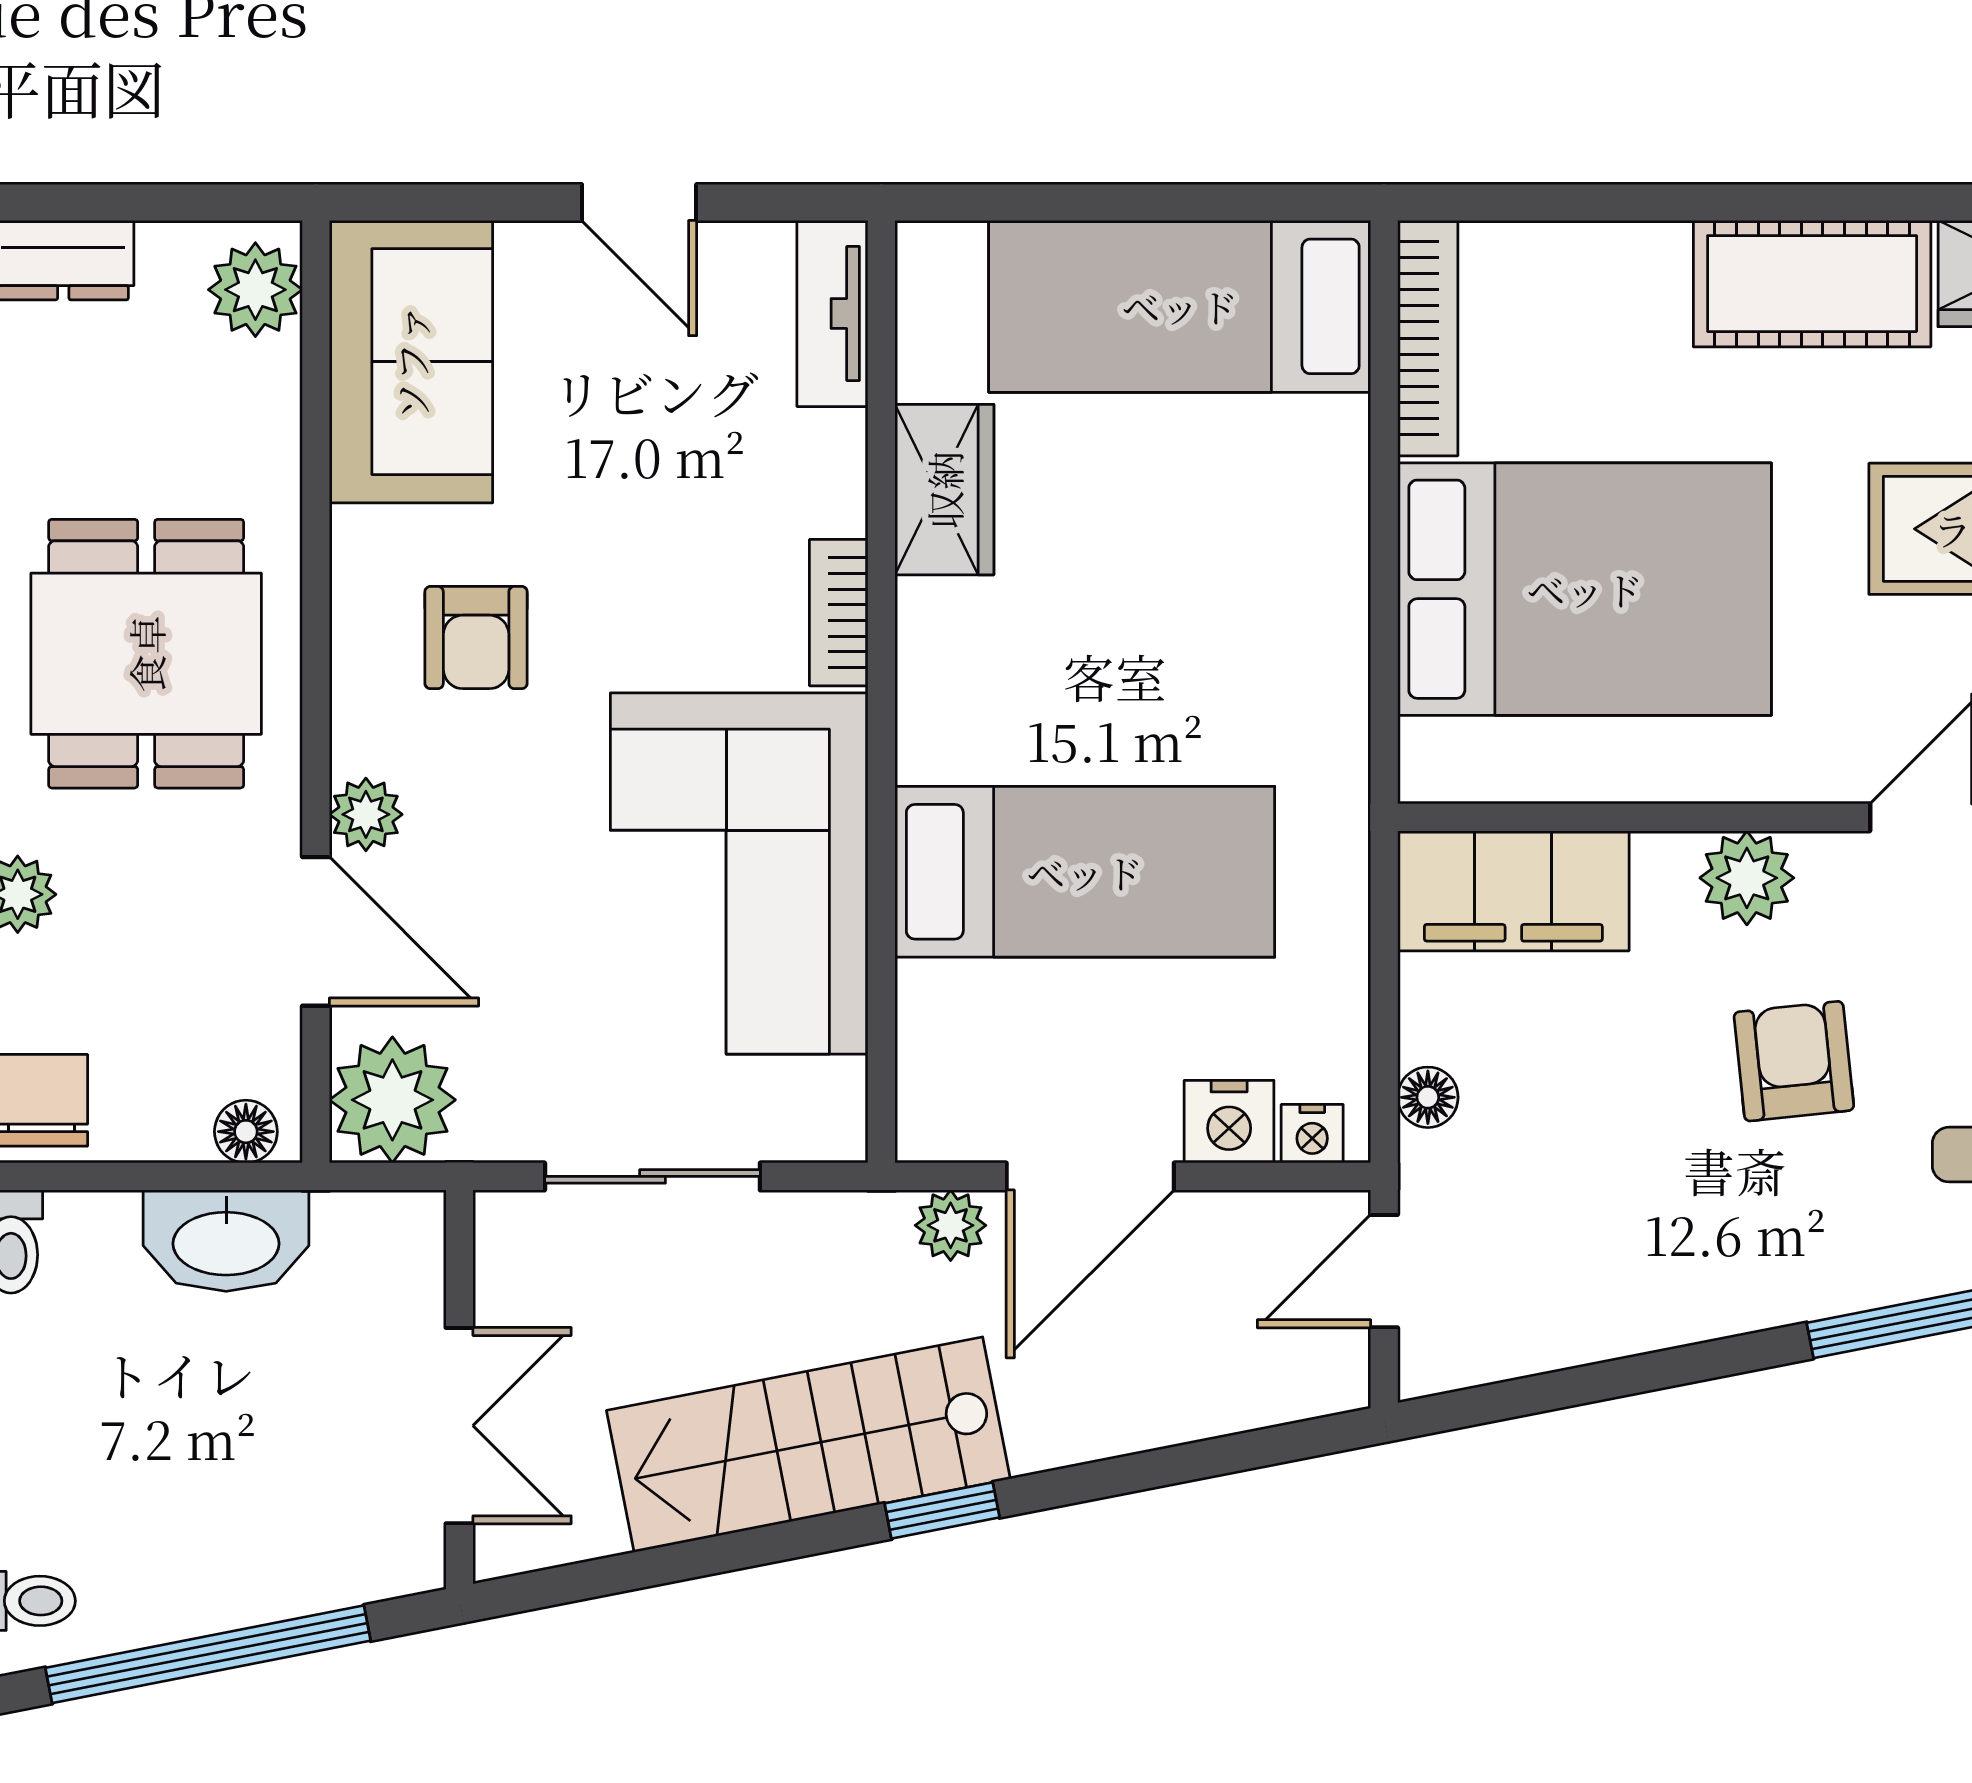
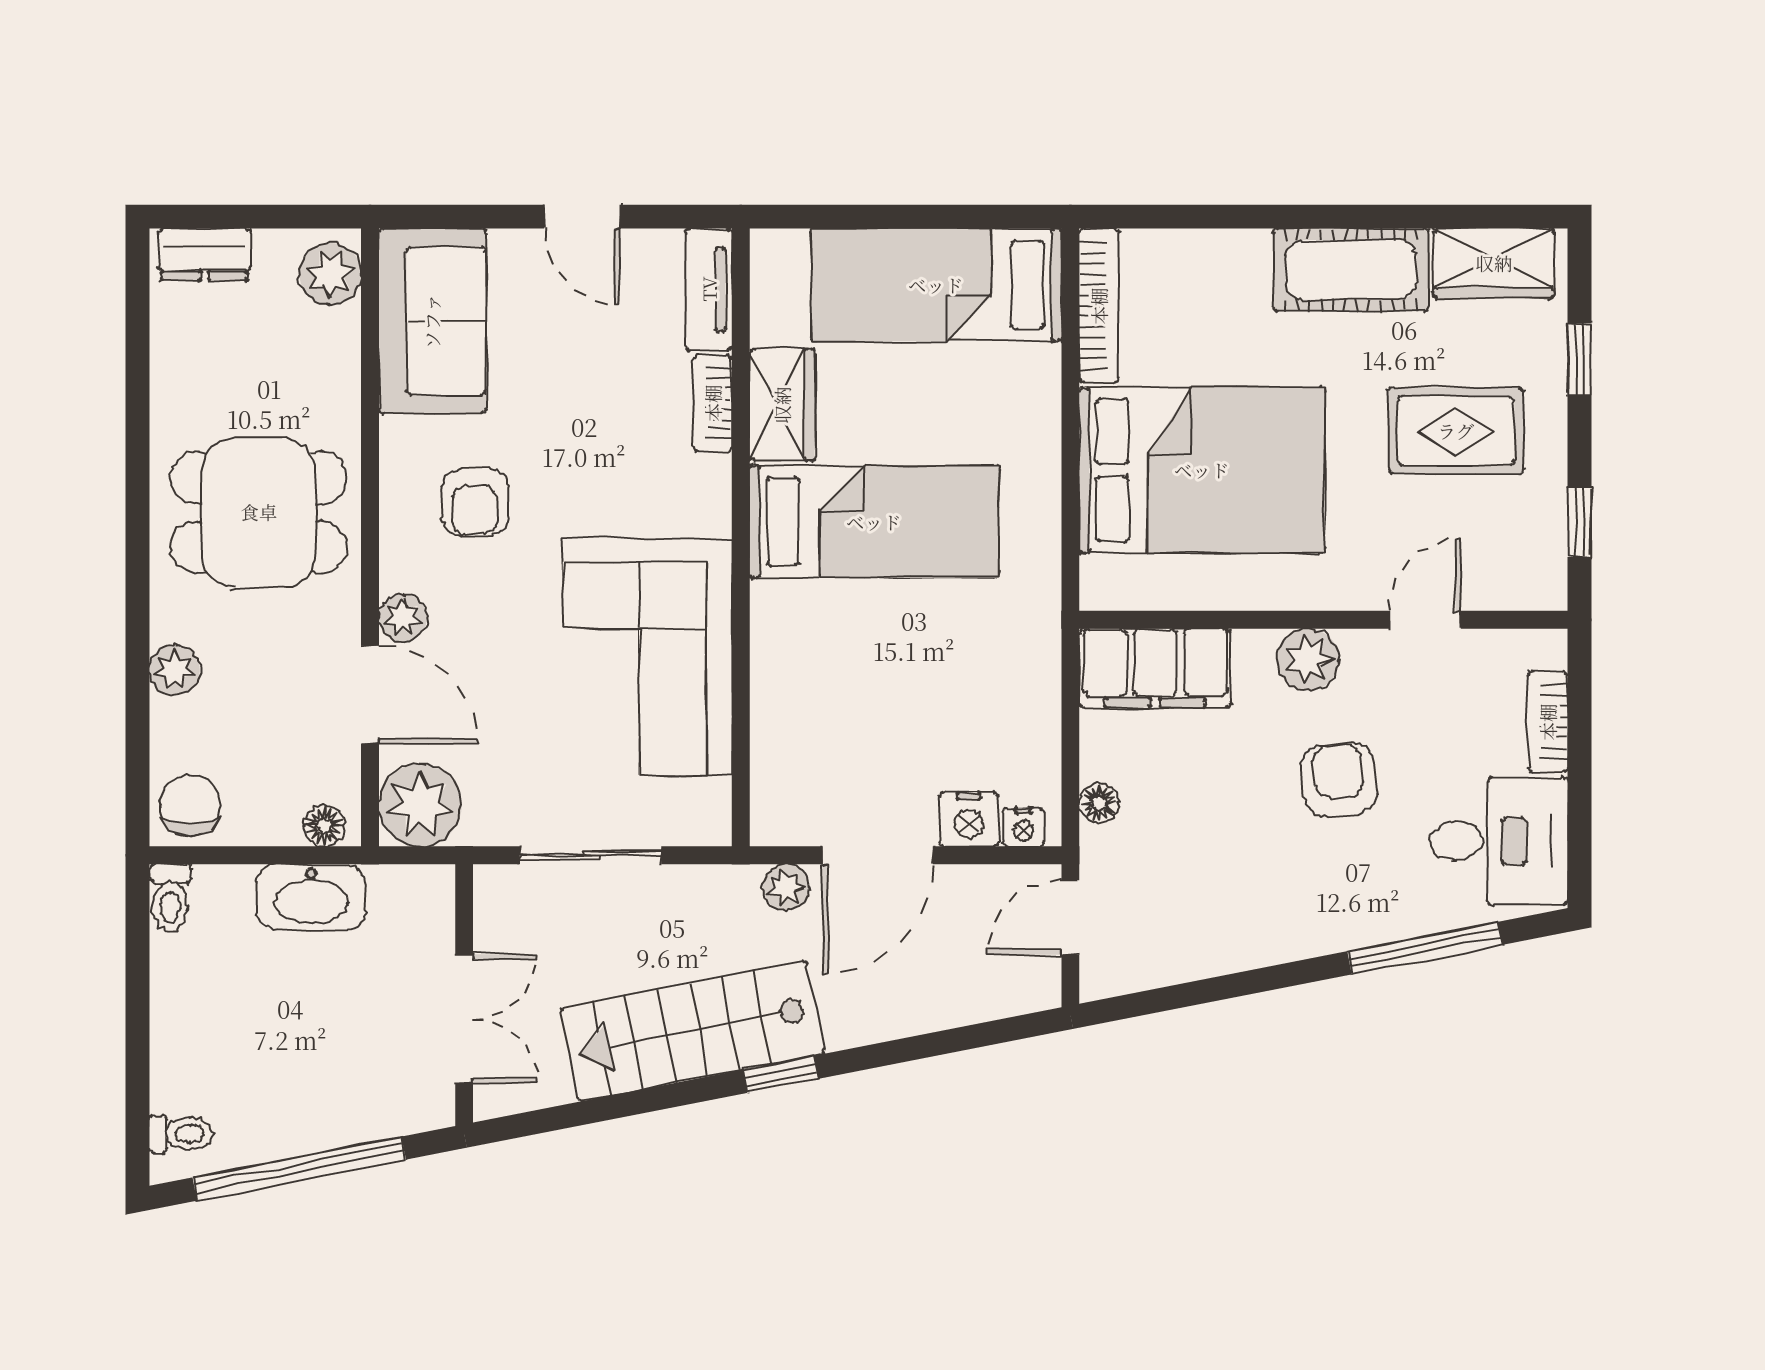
bookcase: (839, 613) -> (713, 403), moved
dining table: (146, 654) -> (259, 512), turned 90
bed: (1085, 872) -> (874, 522), moved

